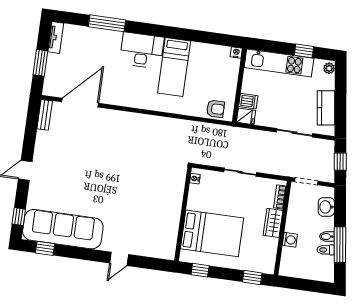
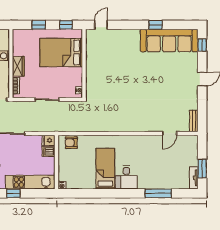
desk: (142, 50) -> (126, 177), width x0.73
window: (40, 63) -> (202, 169), moved
door: (80, 103) -> (170, 133), width x0.53
window: (45, 248) -> (156, 25), moved
door: (119, 259) -> (101, 25), moved
window: (252, 277) -> (39, 25), moved

